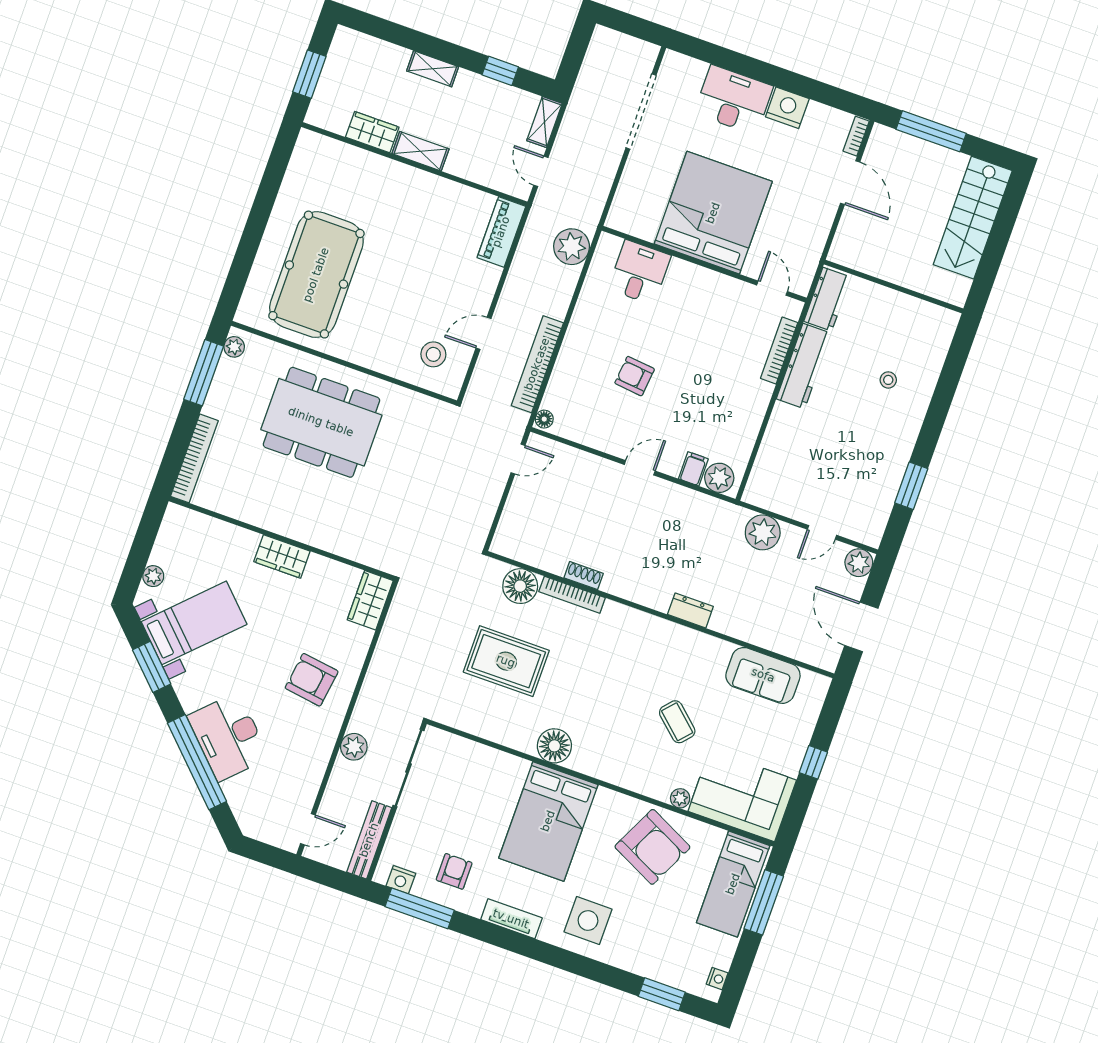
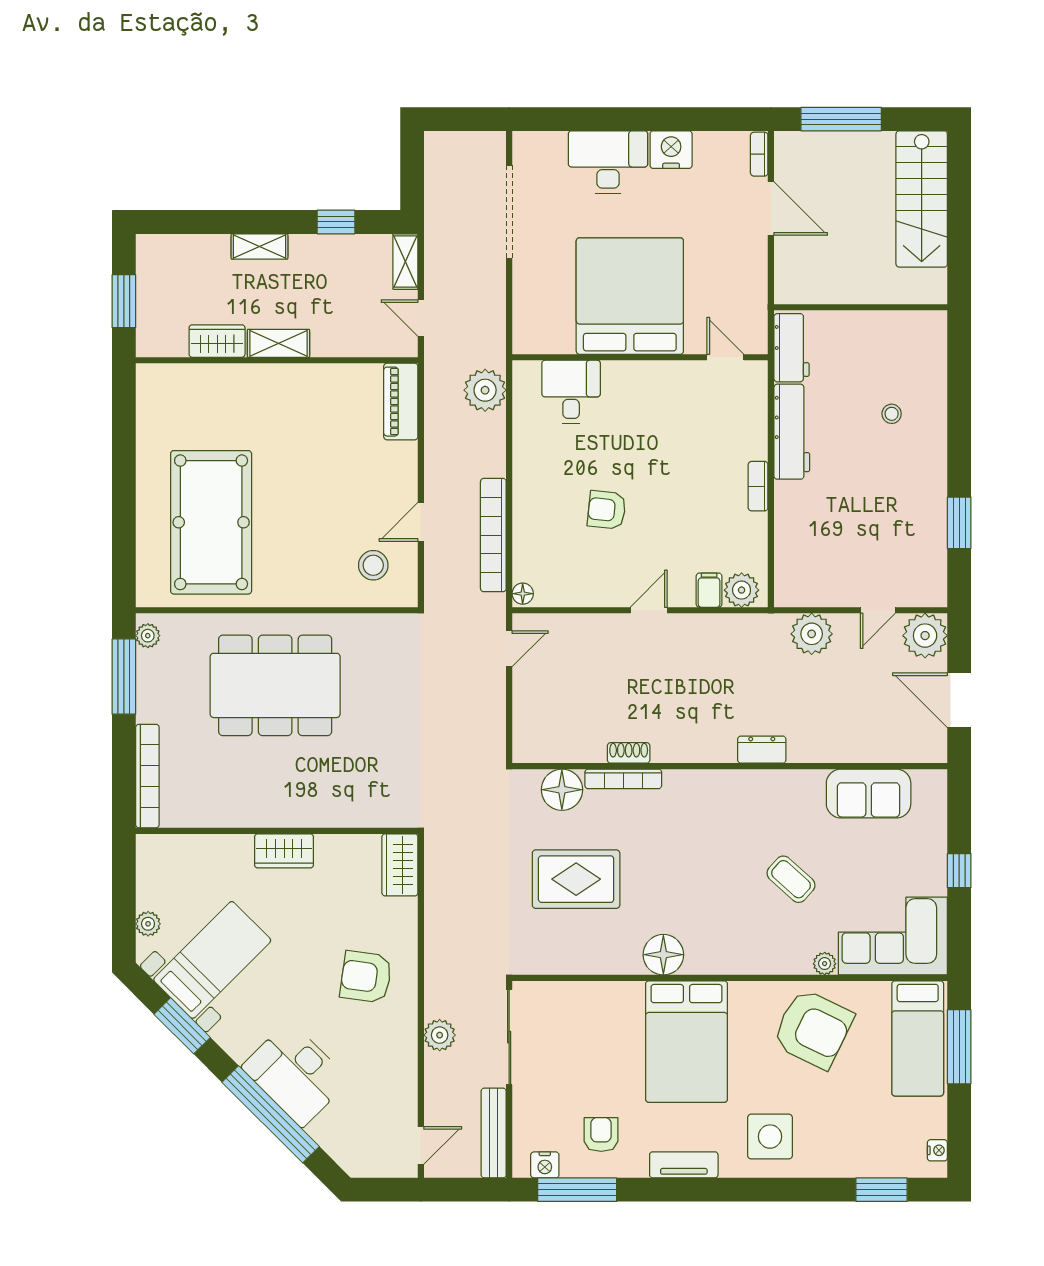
bookcase: (779, 351) -> (758, 486), moved, width x0.64
plant: (859, 563) -> (925, 636), width x1.36, depth x1.36

